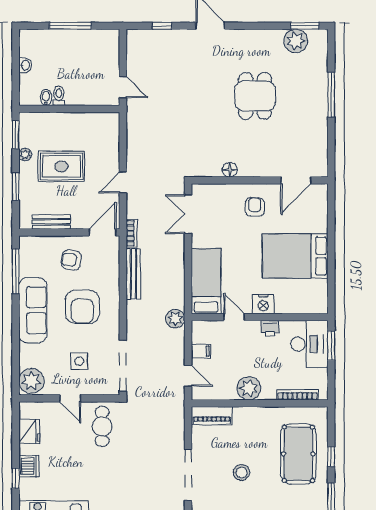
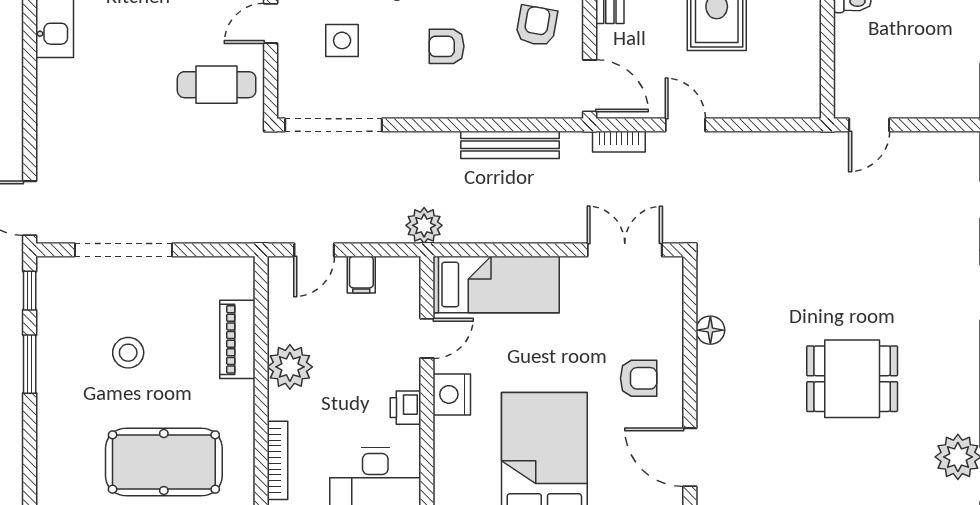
bookcase: (132, 233) -> (619, 142), moved
armchair: (82, 307) -> (447, 46), width x0.53, depth x0.53
piano: (212, 416) -> (237, 339), moved

